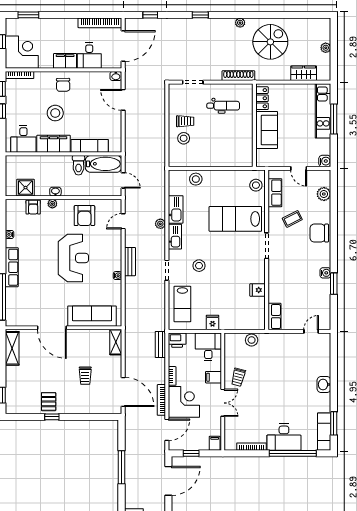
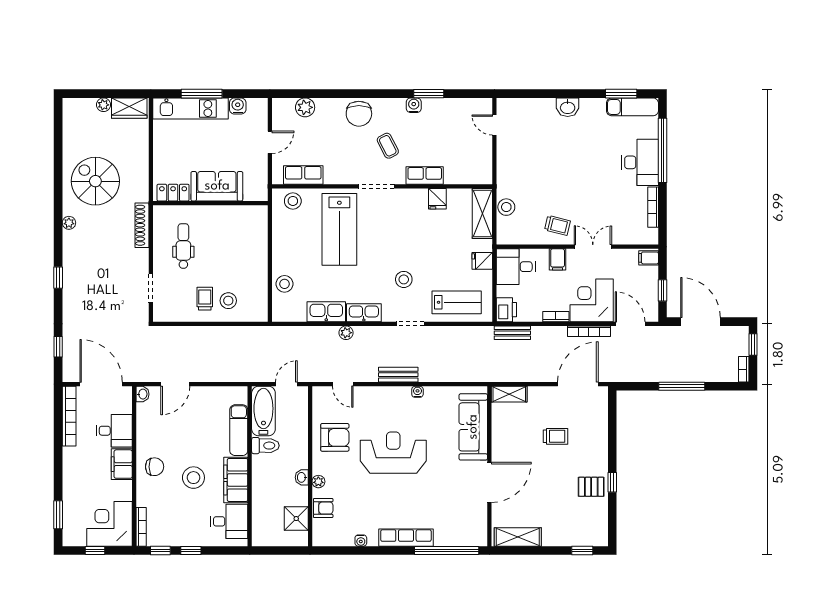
wardrobe: (304, 73) -> (129, 108), moved, turned -90
water cooler: (325, 161) -> (238, 106), moved
coffee table: (292, 219) -> (388, 146), moved
row of seats: (274, 317) -> (425, 176), moved
shelving: (247, 323) -> (482, 214), added

